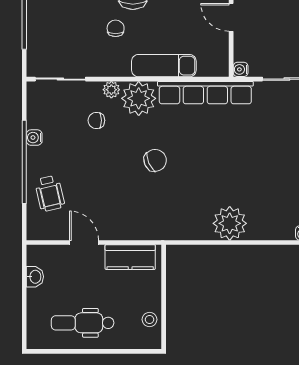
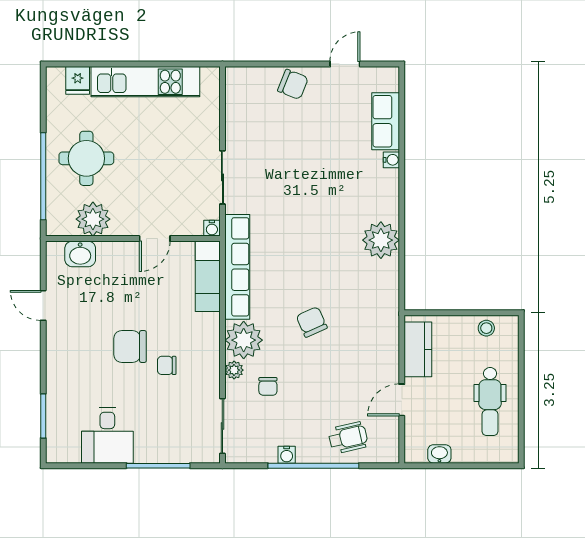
exam couch: (164, 66) -> (208, 276), moved

